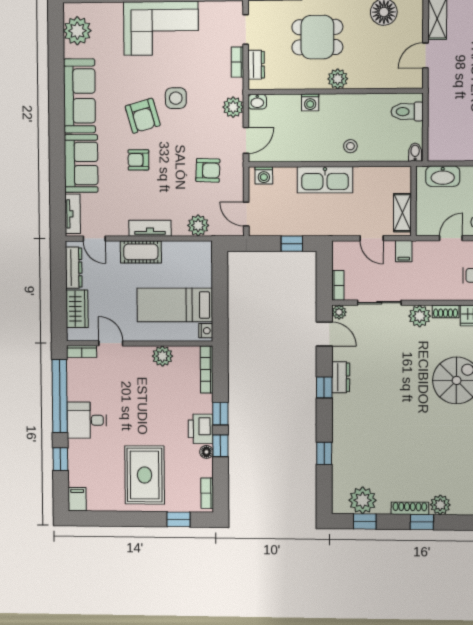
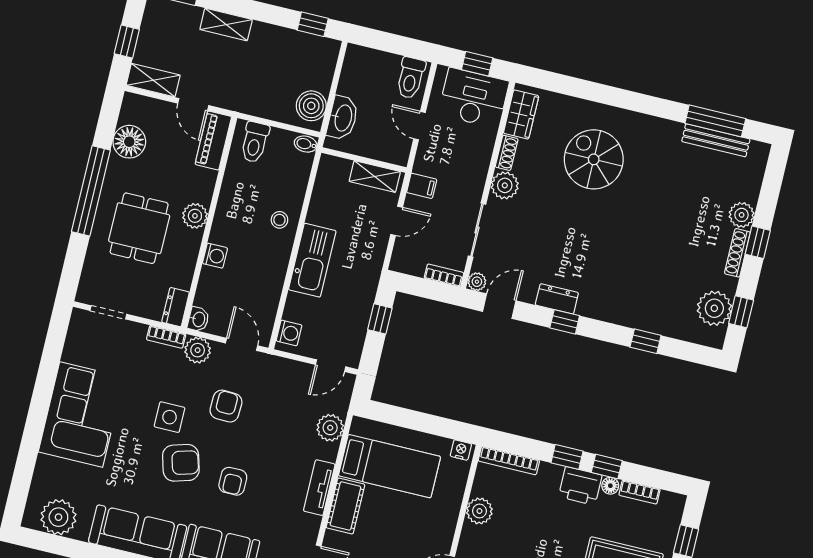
bookcase: (237, 62) -> (166, 337), moved
dresser: (256, 65) -> (176, 307), moved, turned -90
piano: (401, 78) -> (213, 140), added
boiler: (446, 149) -> (311, 106), added
armchair: (208, 170) -> (226, 406), moved
bed: (175, 305) -> (390, 466), moved, turned -90
bookcase: (207, 493) -> (640, 492), moved

